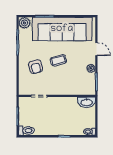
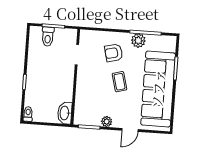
plant: (24, 23) -> (138, 41), moved
toilet: (26, 131) -> (48, 37), moved

